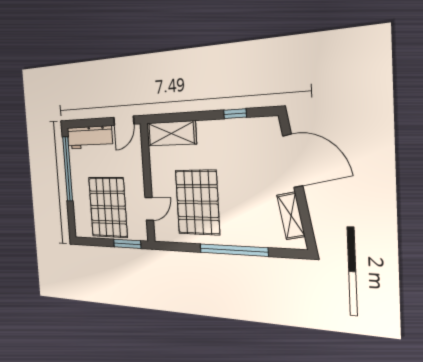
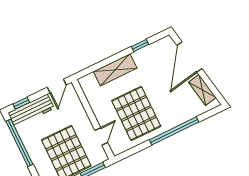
window: (83, 123) -> (21, 103), added
shelving: (171, 133) -> (115, 70), moved
door: (293, 161) -> (189, 57), swing flipped

